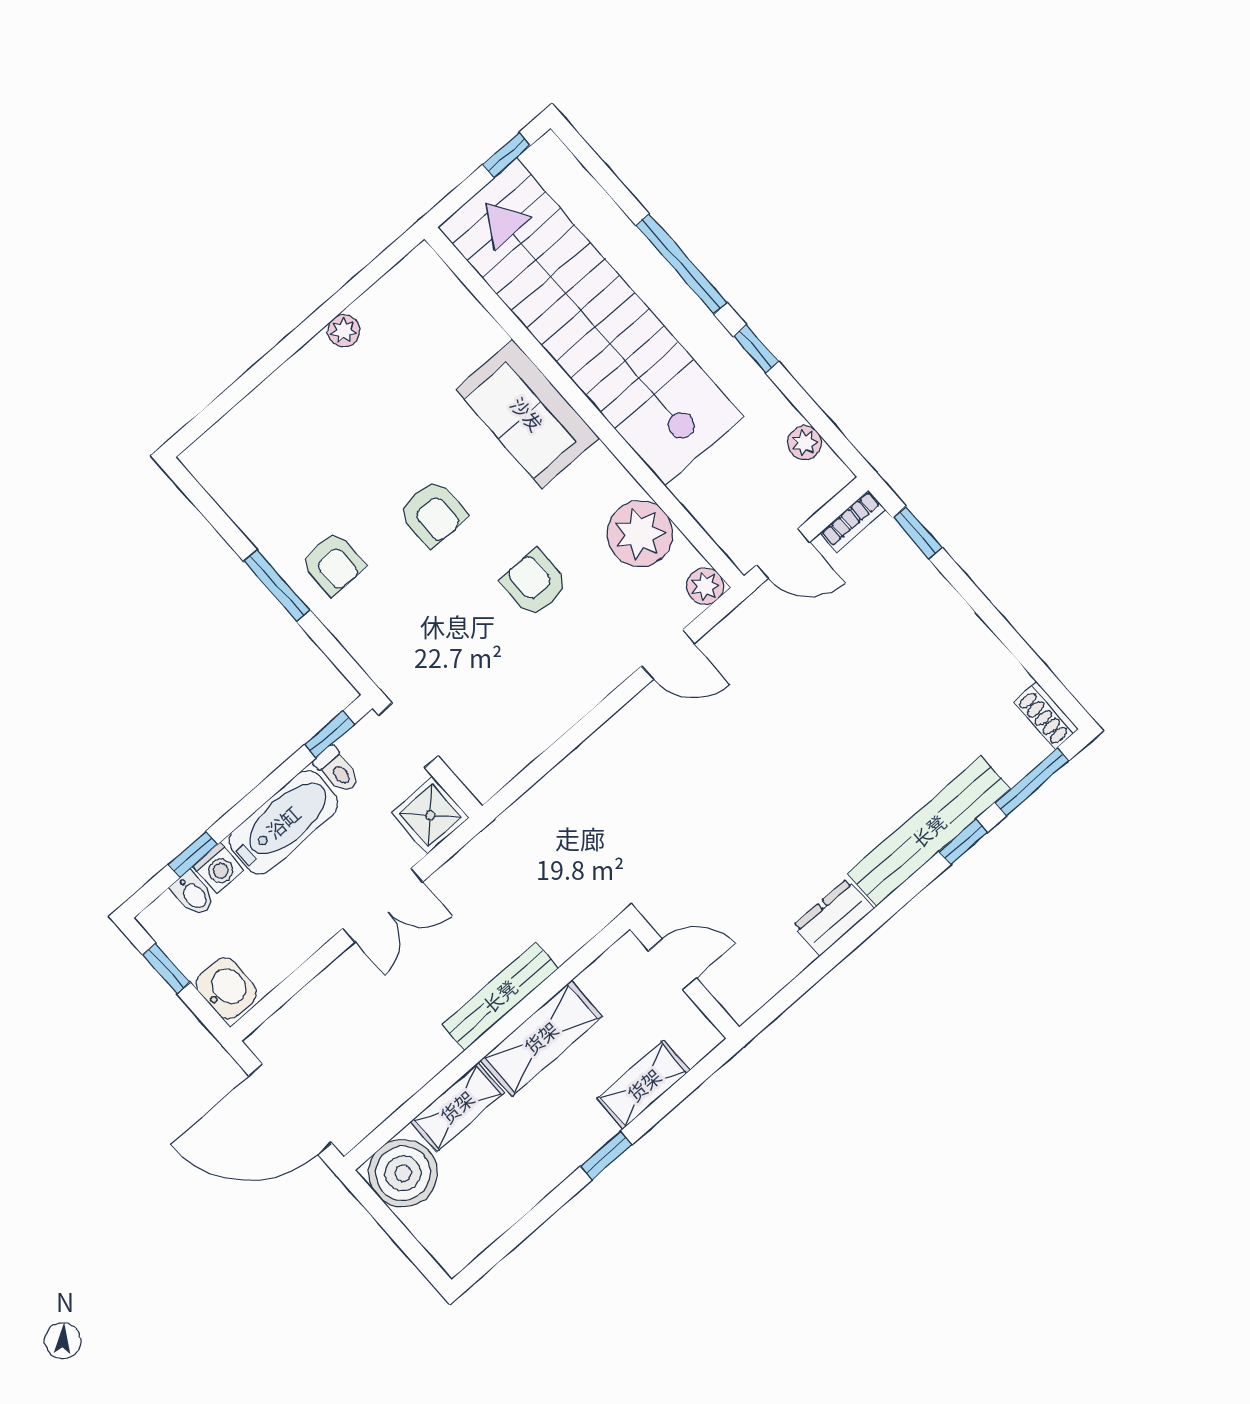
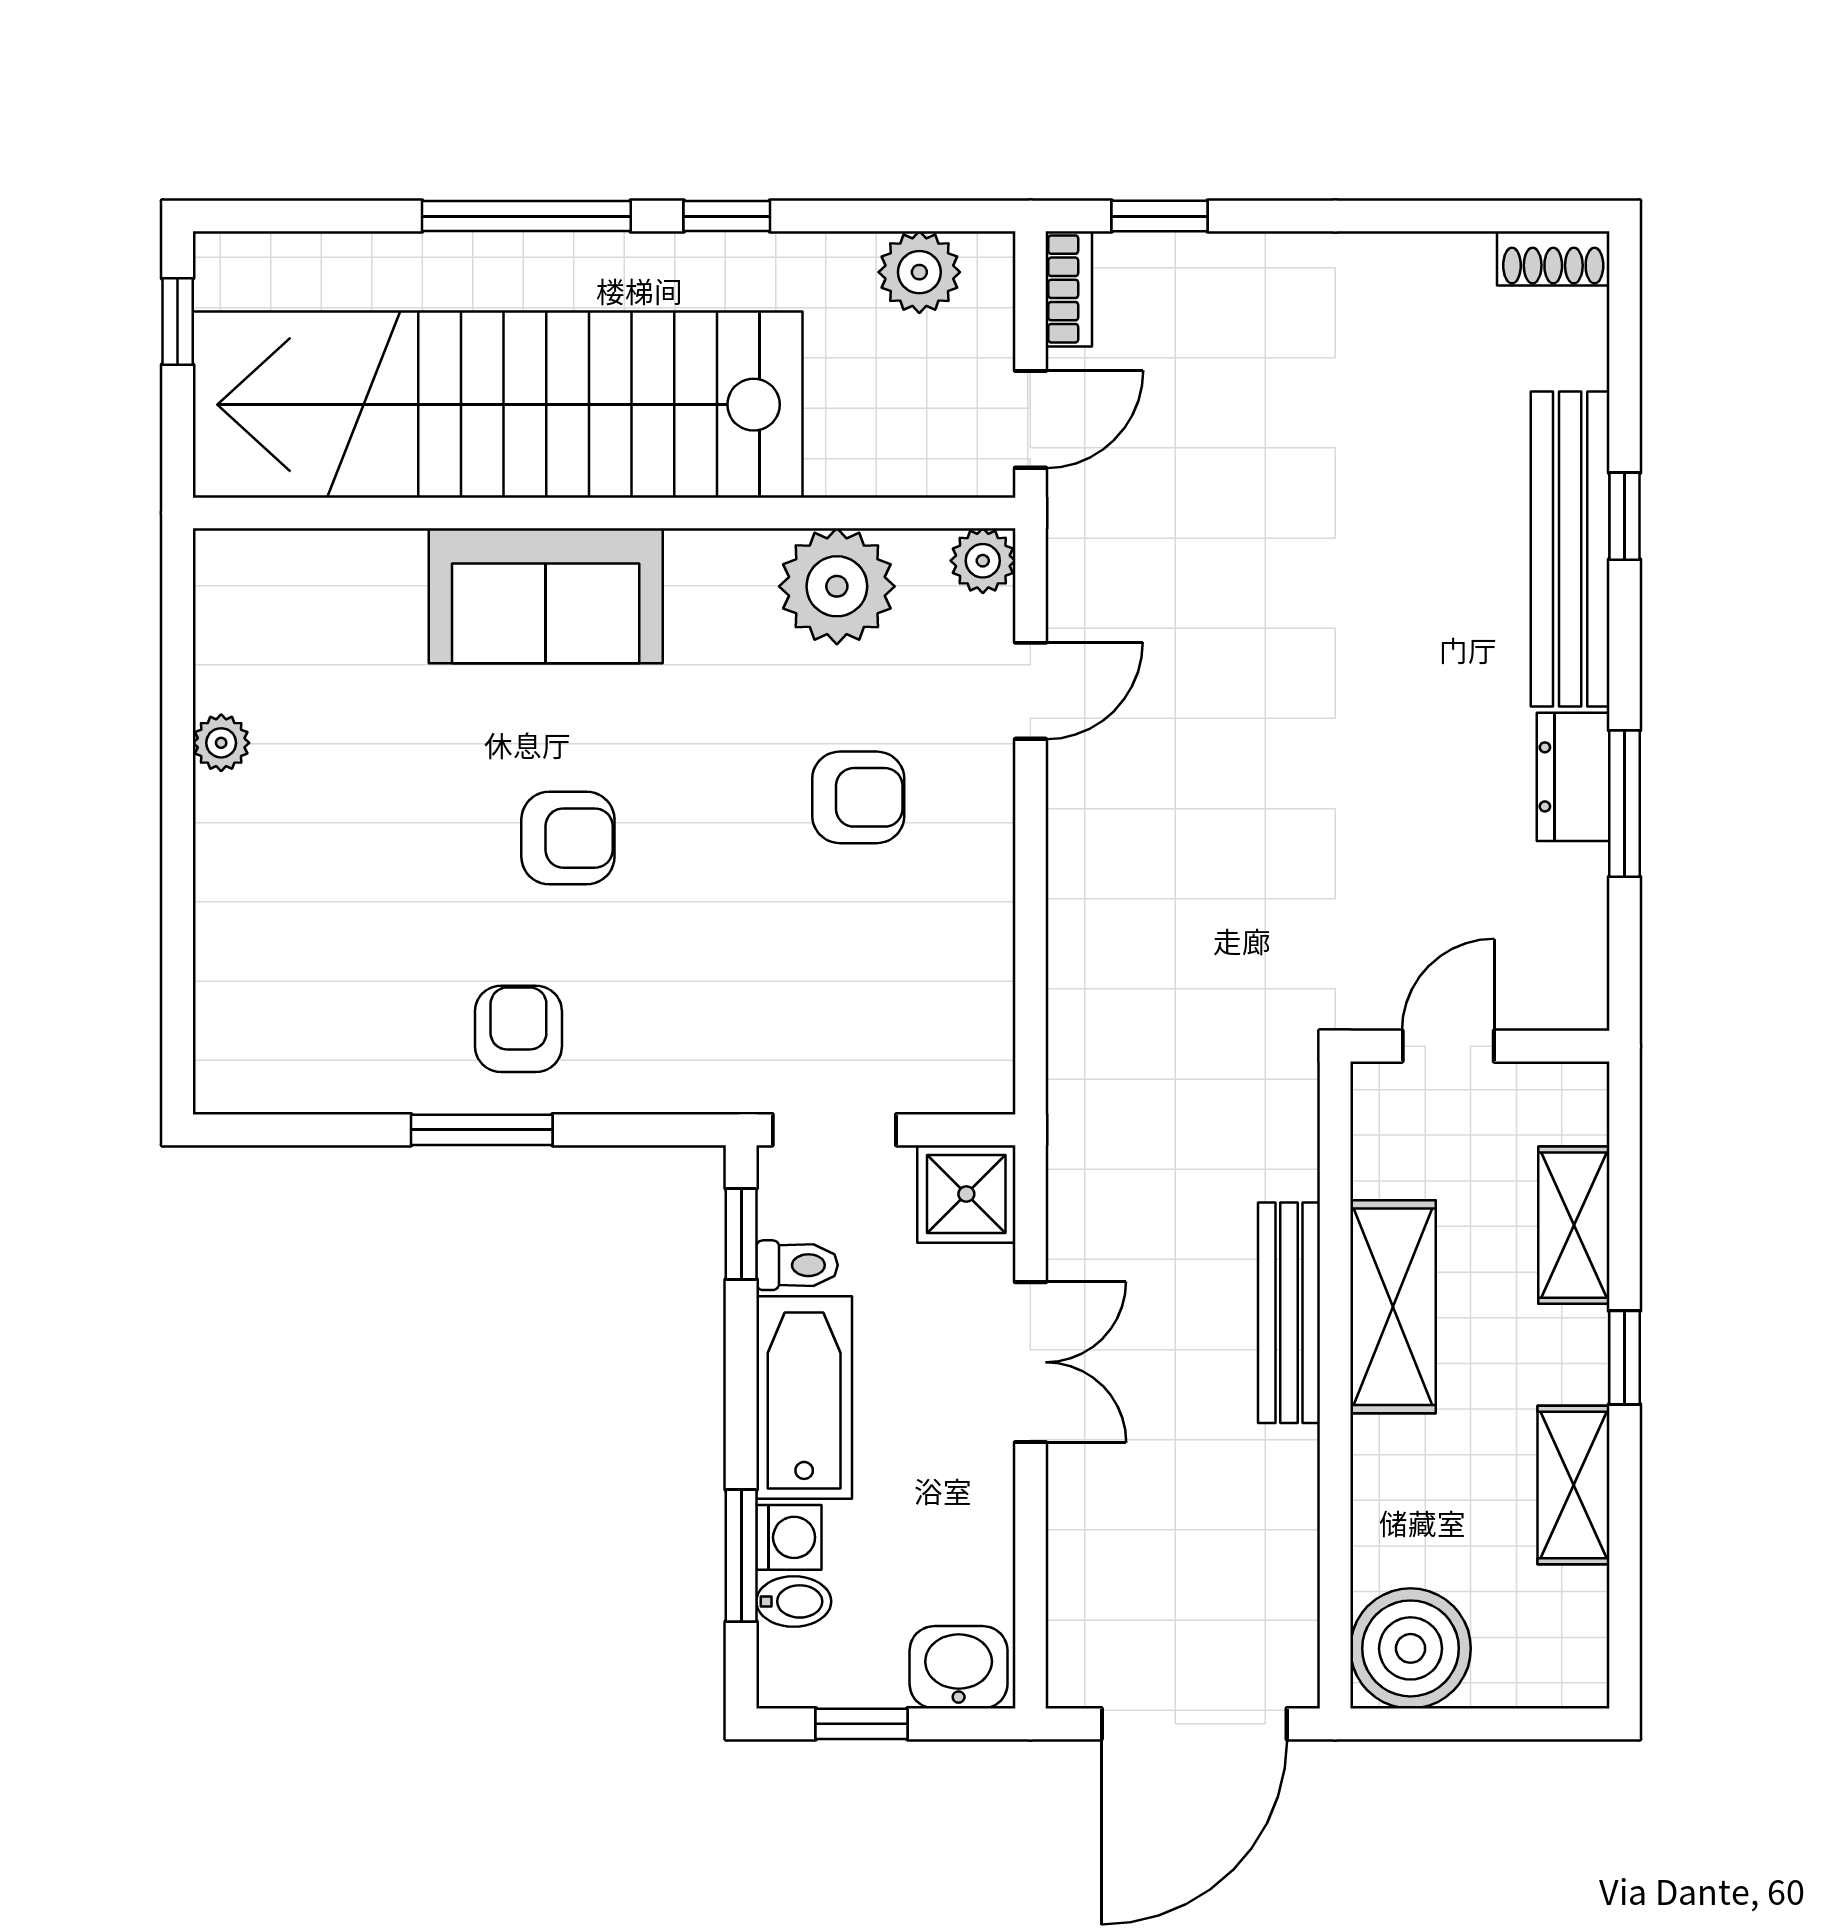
plant: (805, 443) -> (919, 272), width x1.38, depth x1.38
armchair: (333, 564) -> (518, 1029), turned -90
armchair: (534, 583) -> (858, 797), moved, turned 180
window: (1032, 782) -> (1624, 804), moved
window: (193, 854) -> (741, 1556), width x1.50
shelving: (457, 1107) -> (1574, 1485), moved

